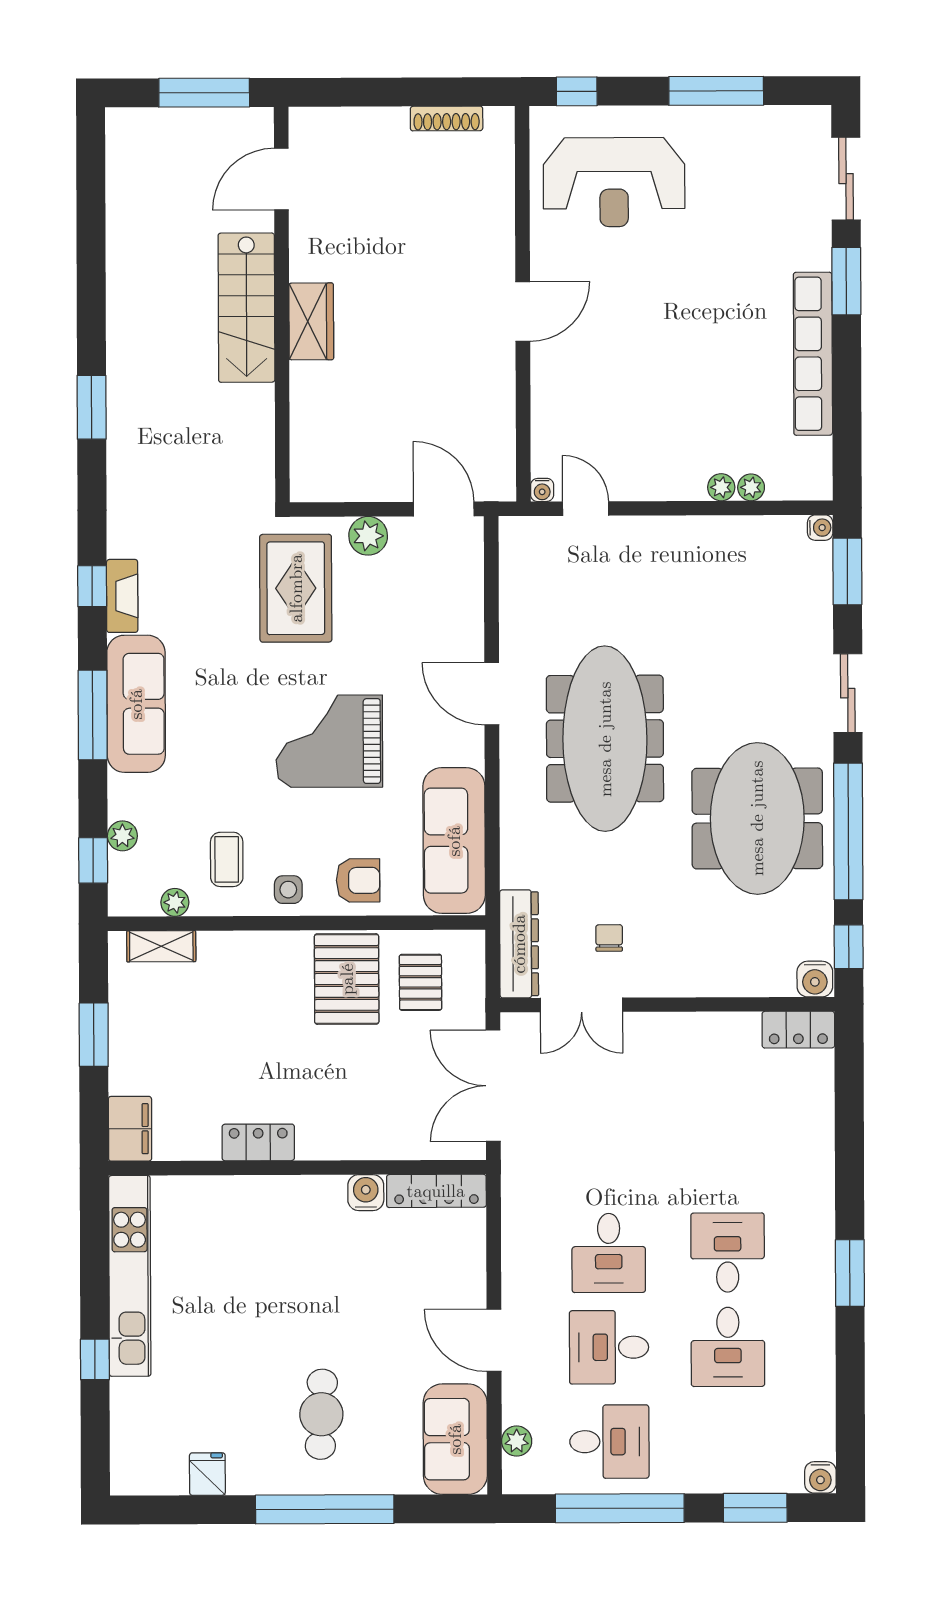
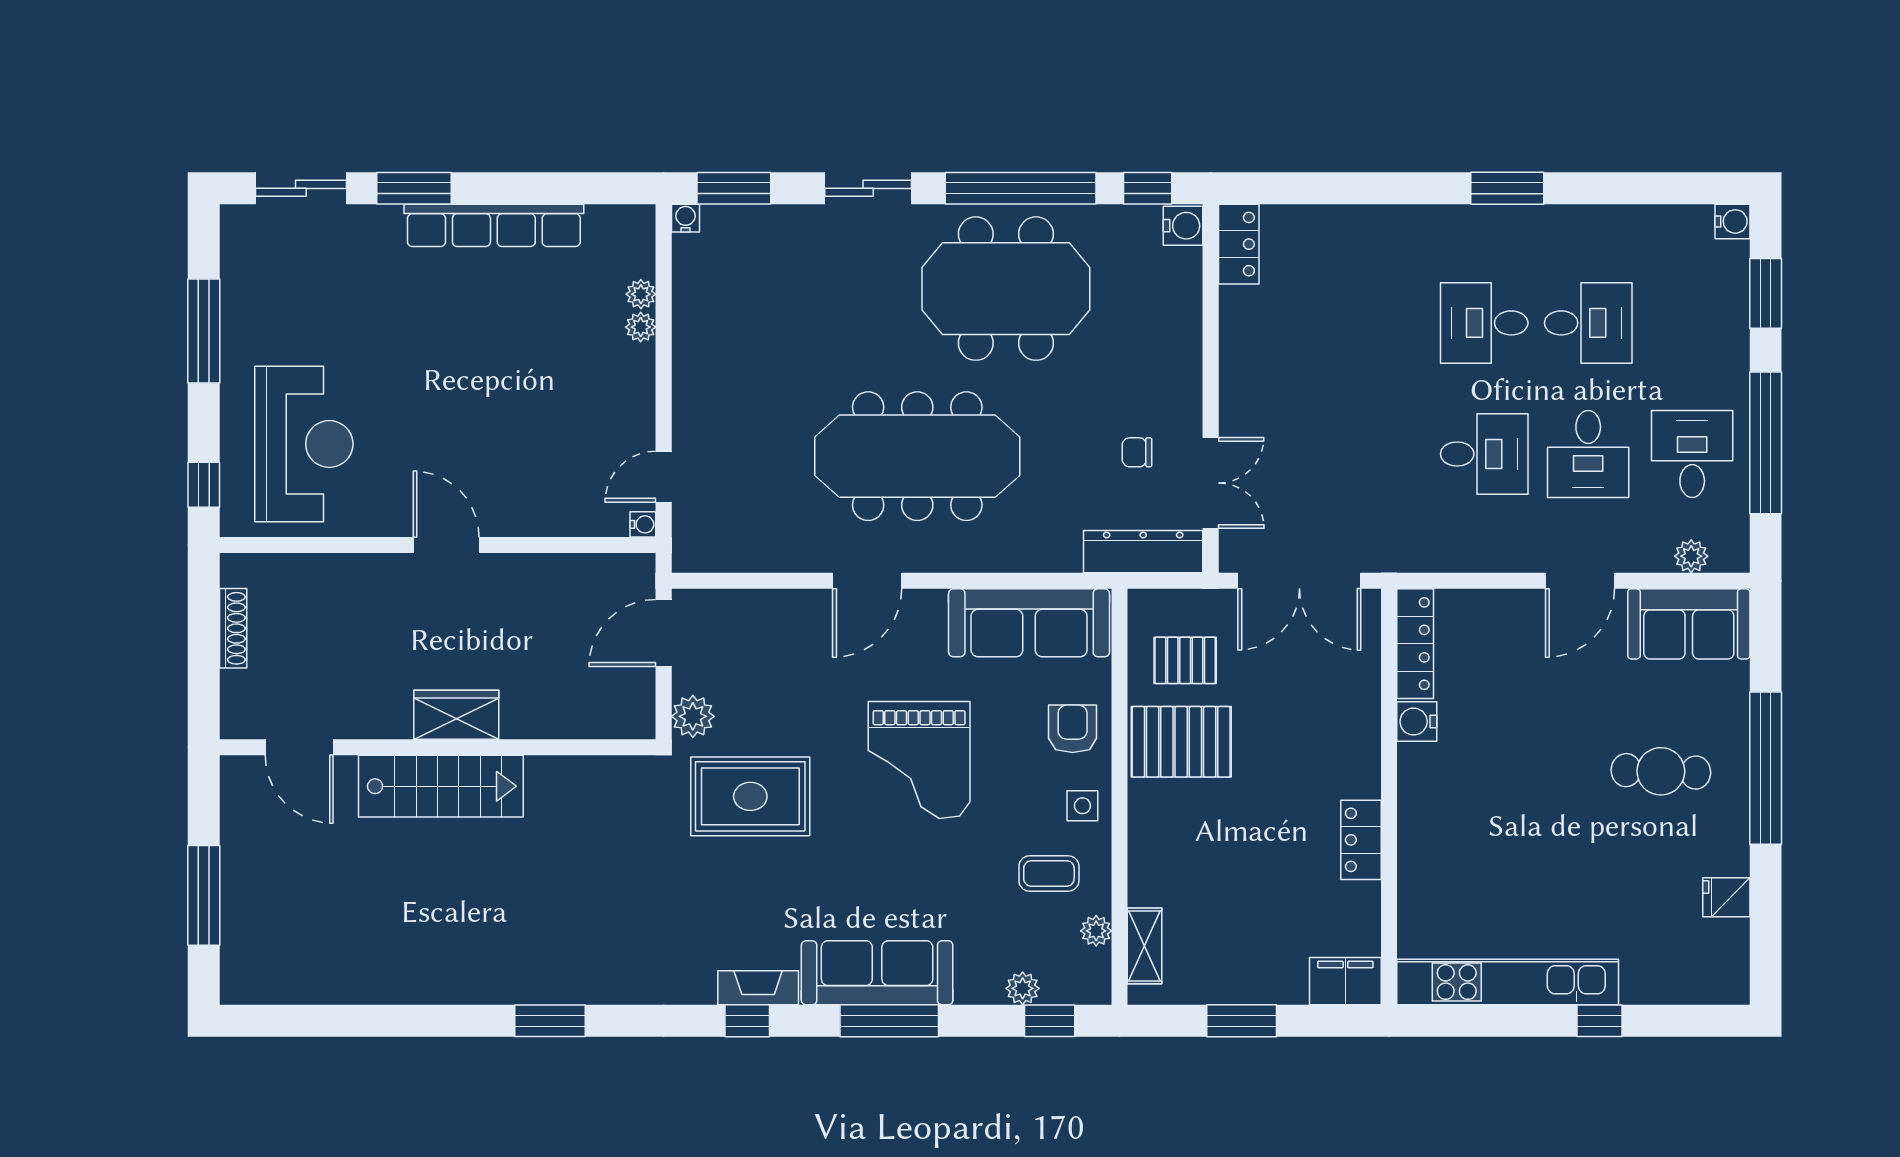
door: (281, 179) -> (299, 747), moved
wall: (282, 305) -> (438, 747), moved
stairs: (246, 308) -> (441, 786), moved
wardrobe: (311, 321) -> (456, 715), moved

